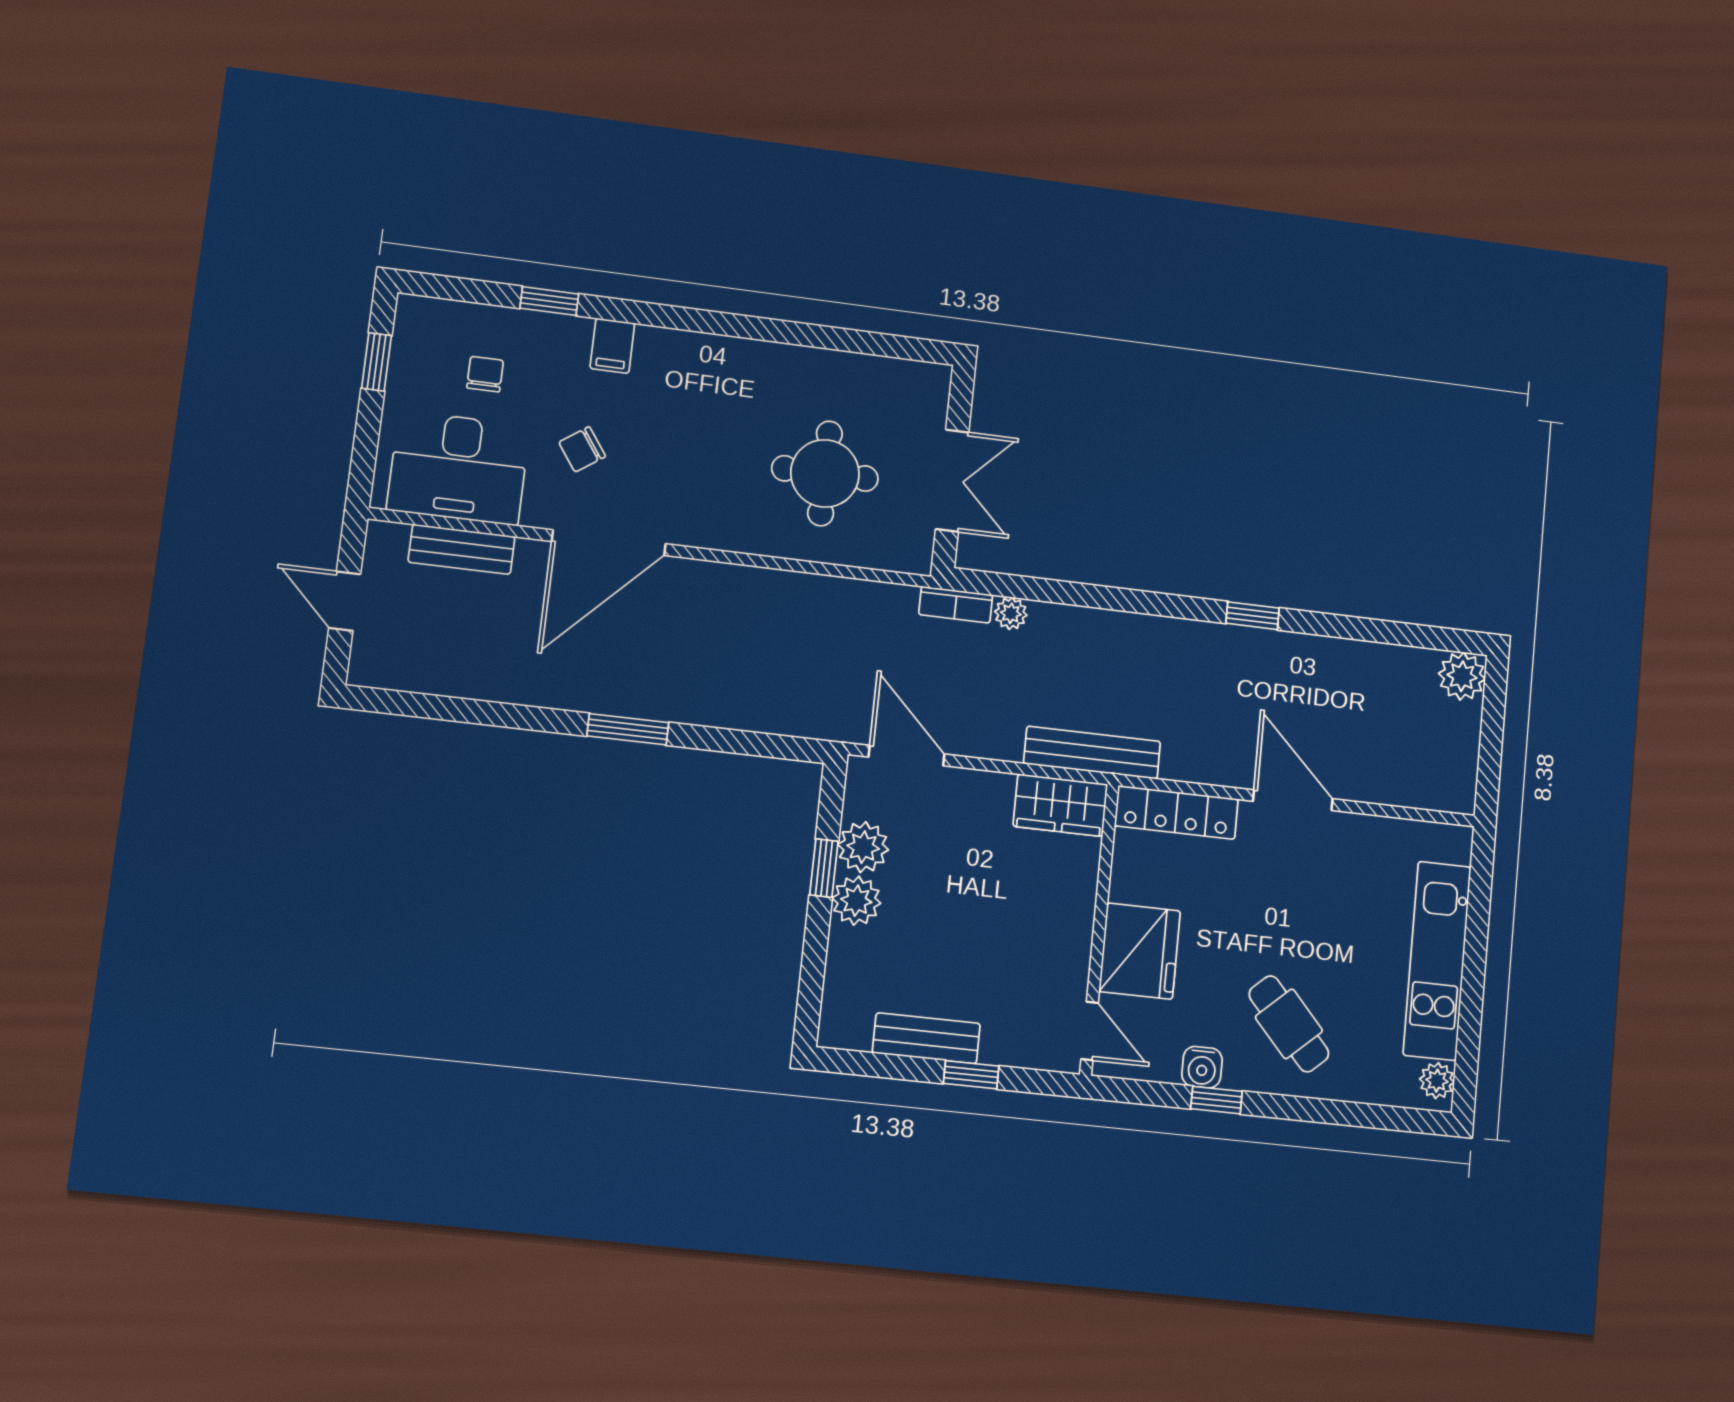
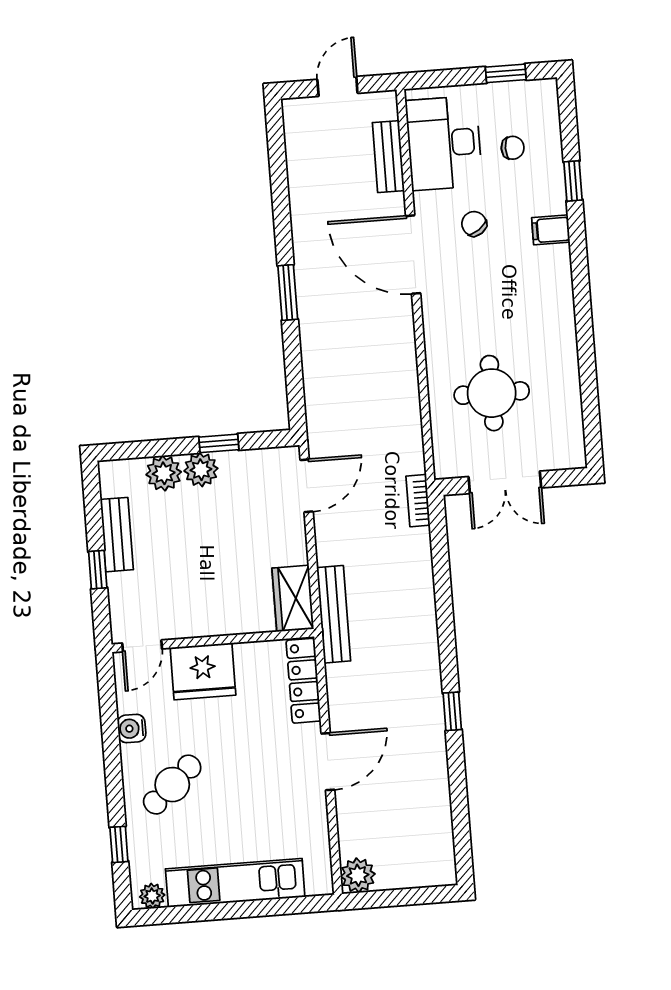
plant: (1011, 613) -> (420, 540), removed
plant: (1462, 676) -> (358, 875), moved
plant: (863, 847) -> (164, 473), moved
window: (1216, 1100) -> (119, 844), moved

